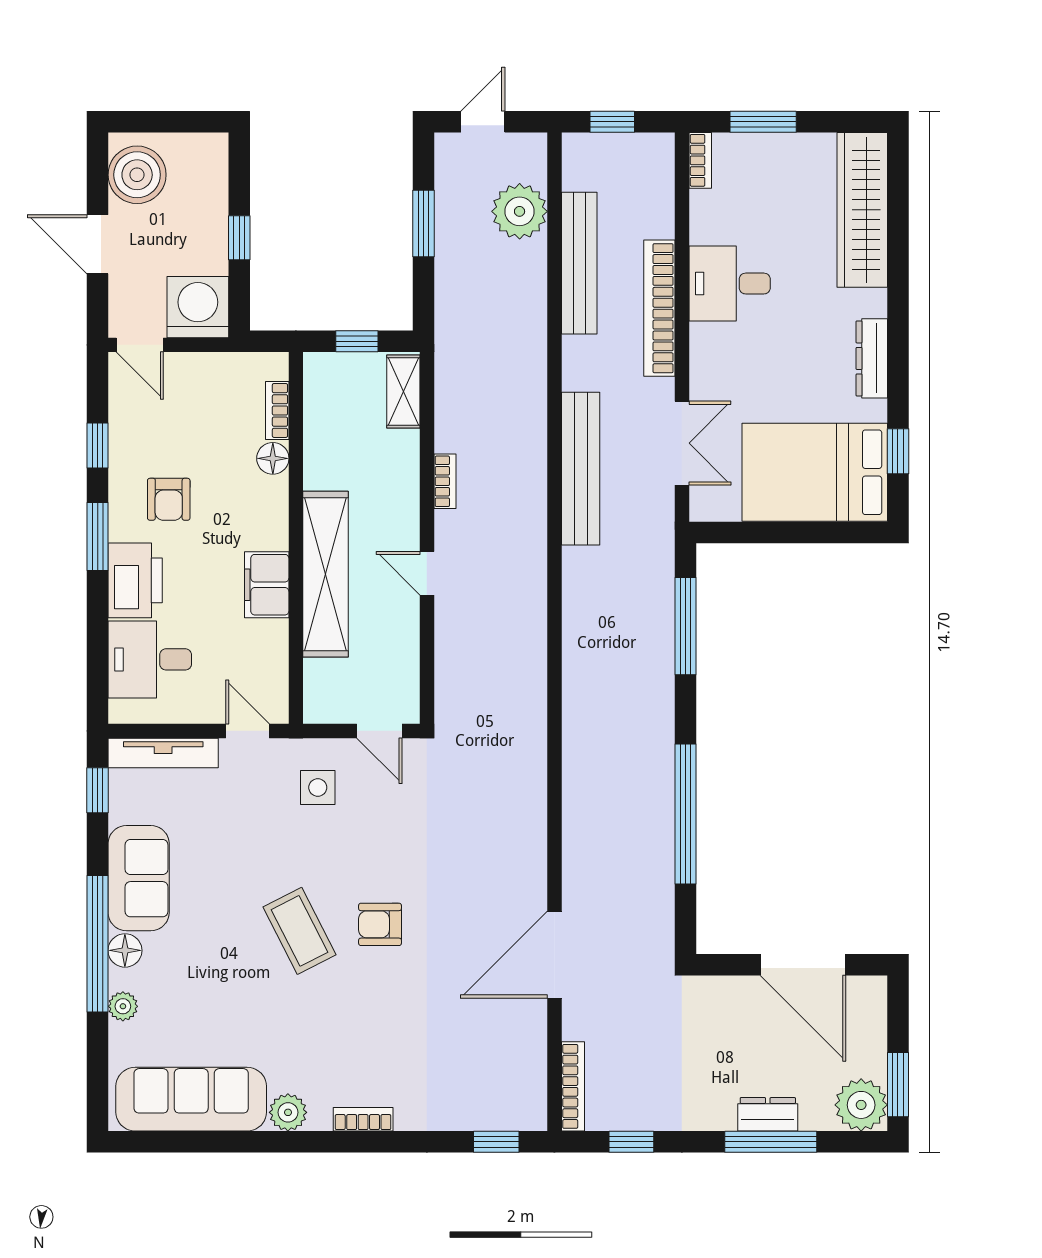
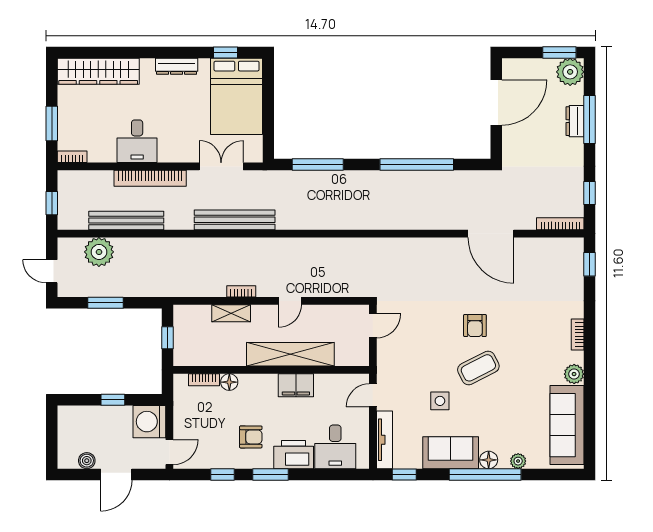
boiler: (137, 175) -> (87, 461), width x0.54, depth x0.54
shelving: (403, 391) -> (231, 313), moved
side table: (318, 787) -> (440, 401), moved

